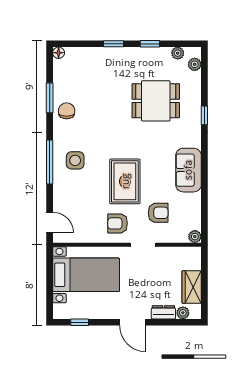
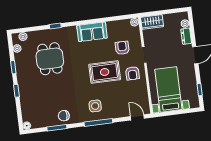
door: (50, 222) -> (137, 117), hinge flipped
wardrobe: (192, 287) -> (152, 22), moved

